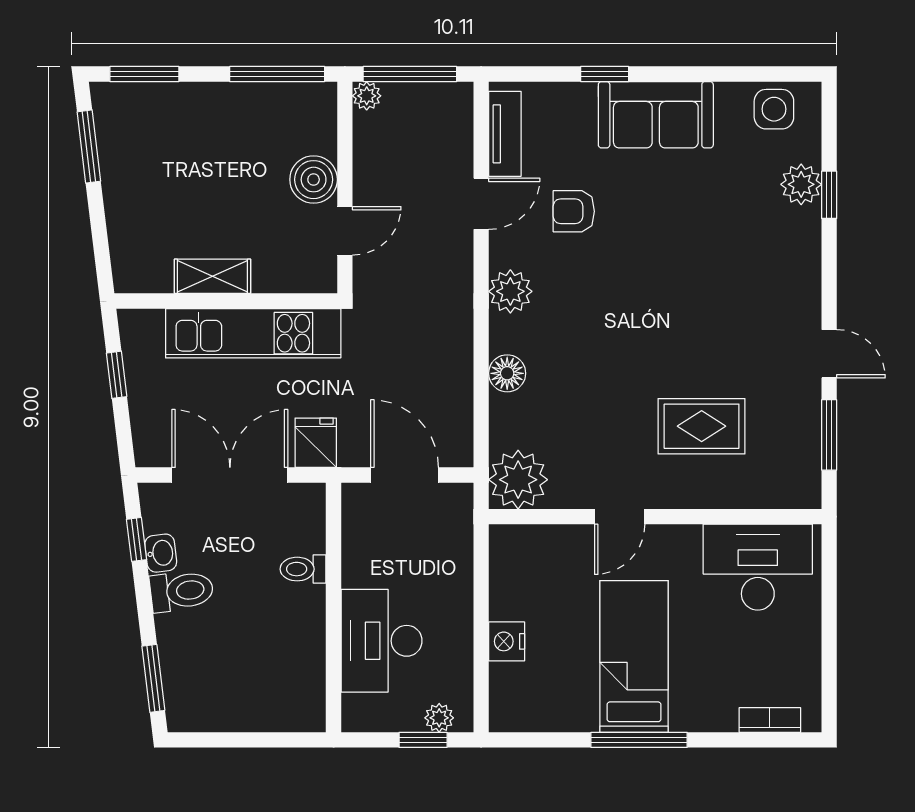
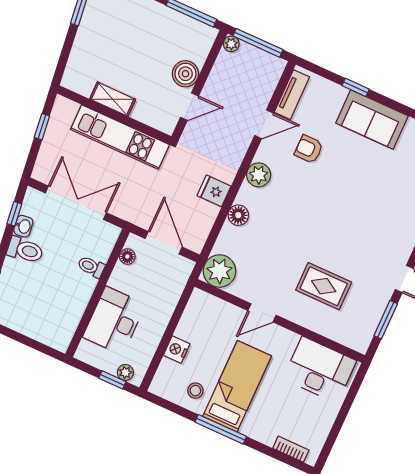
fridge: (316, 443) -> (214, 191), moved, turned -90
floor lamp: (355, 525) -> (127, 257), added
stool: (568, 695) -> (195, 391), added

